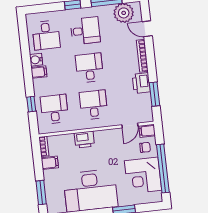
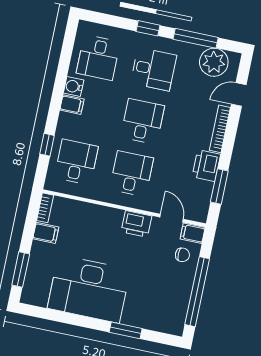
door: (147, 29) -> (239, 94), hinge flipped
door: (130, 125) -> (172, 218), swing flipped
printer: (84, 140) -> (136, 224), moved
corner desk: (143, 175) -> (167, 292), removed

